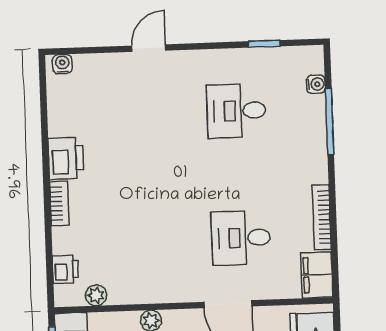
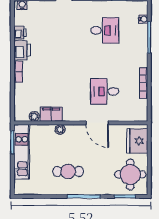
desk: (236, 111) -> (105, 30), turned 180
printer: (65, 269) -> (20, 33), moved
filing cabinet: (317, 275) -> (51, 114), moved, turned 90

